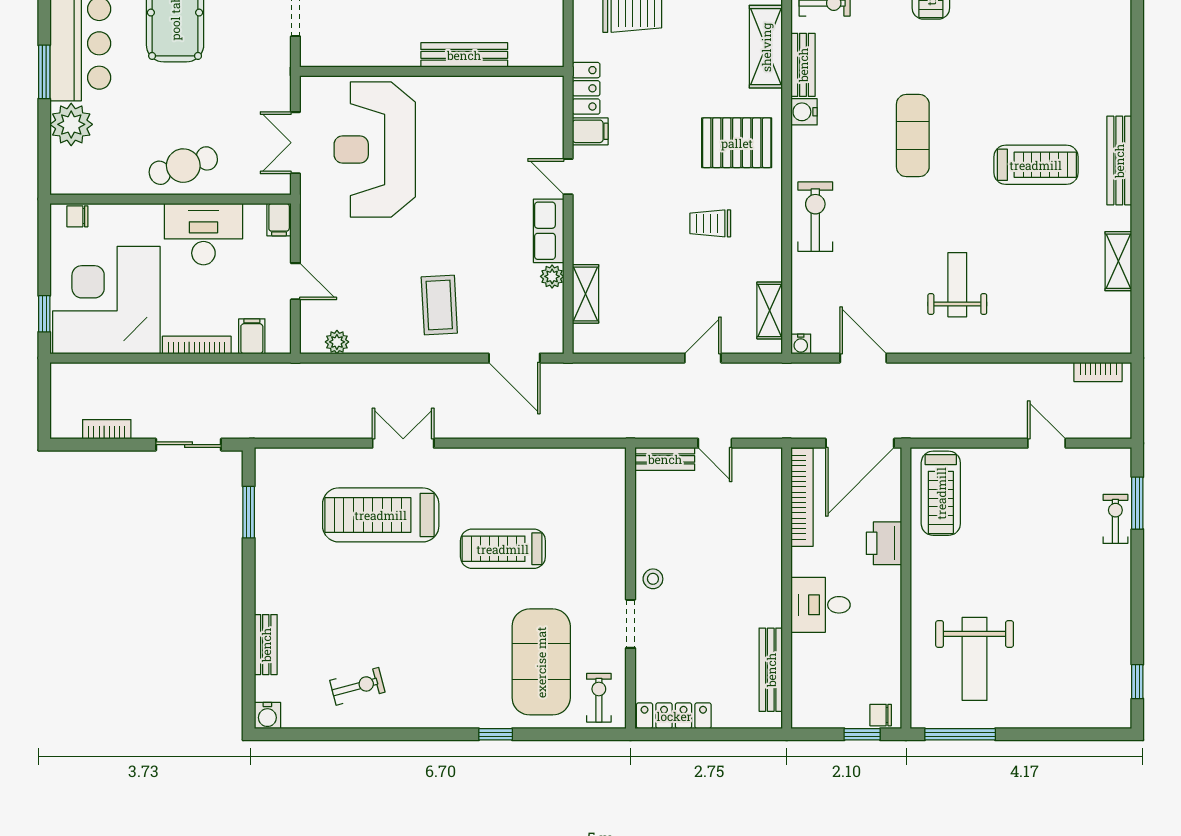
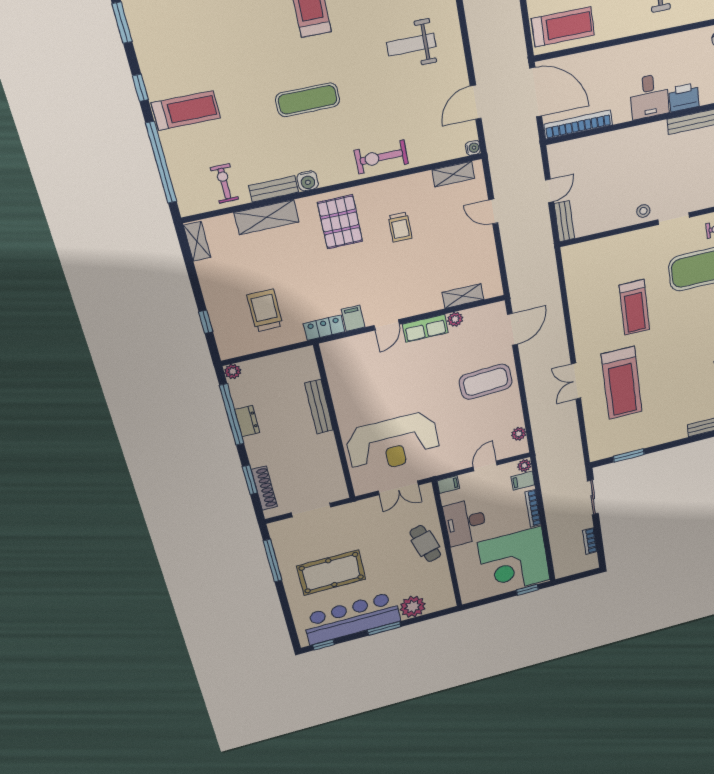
chair: (77, 216) -> (467, 589), removed
coffee table: (439, 305) -> (486, 382), width x1.36, depth x1.32
plant: (278, 343) -> (524, 466), added
printer: (884, 543) -> (684, 97), moved, turned 180

